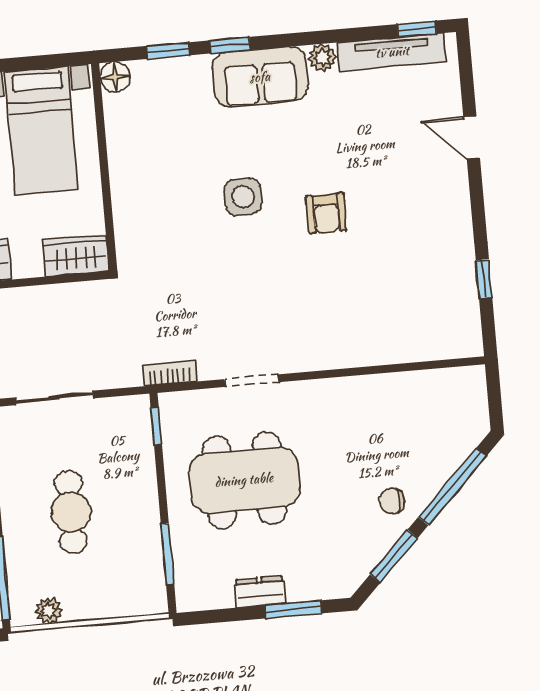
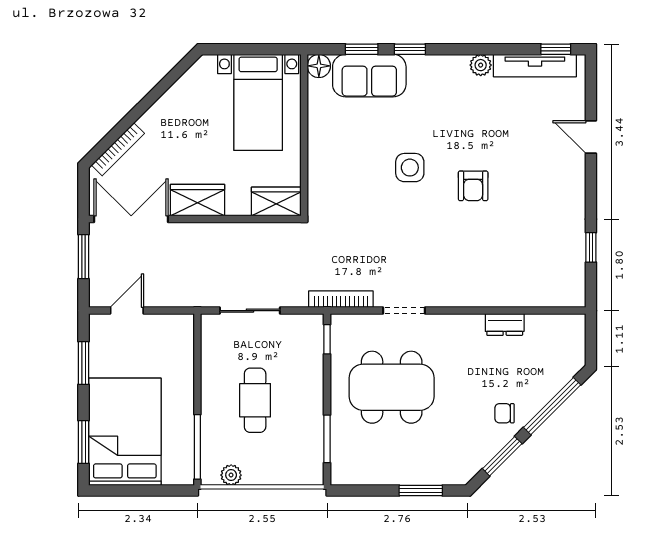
sofa: (260, 77) -> (369, 76), moved
bookcase: (170, 373) -> (341, 299), width x1.56
dresser: (260, 592) -> (505, 324), moved, turned 180

